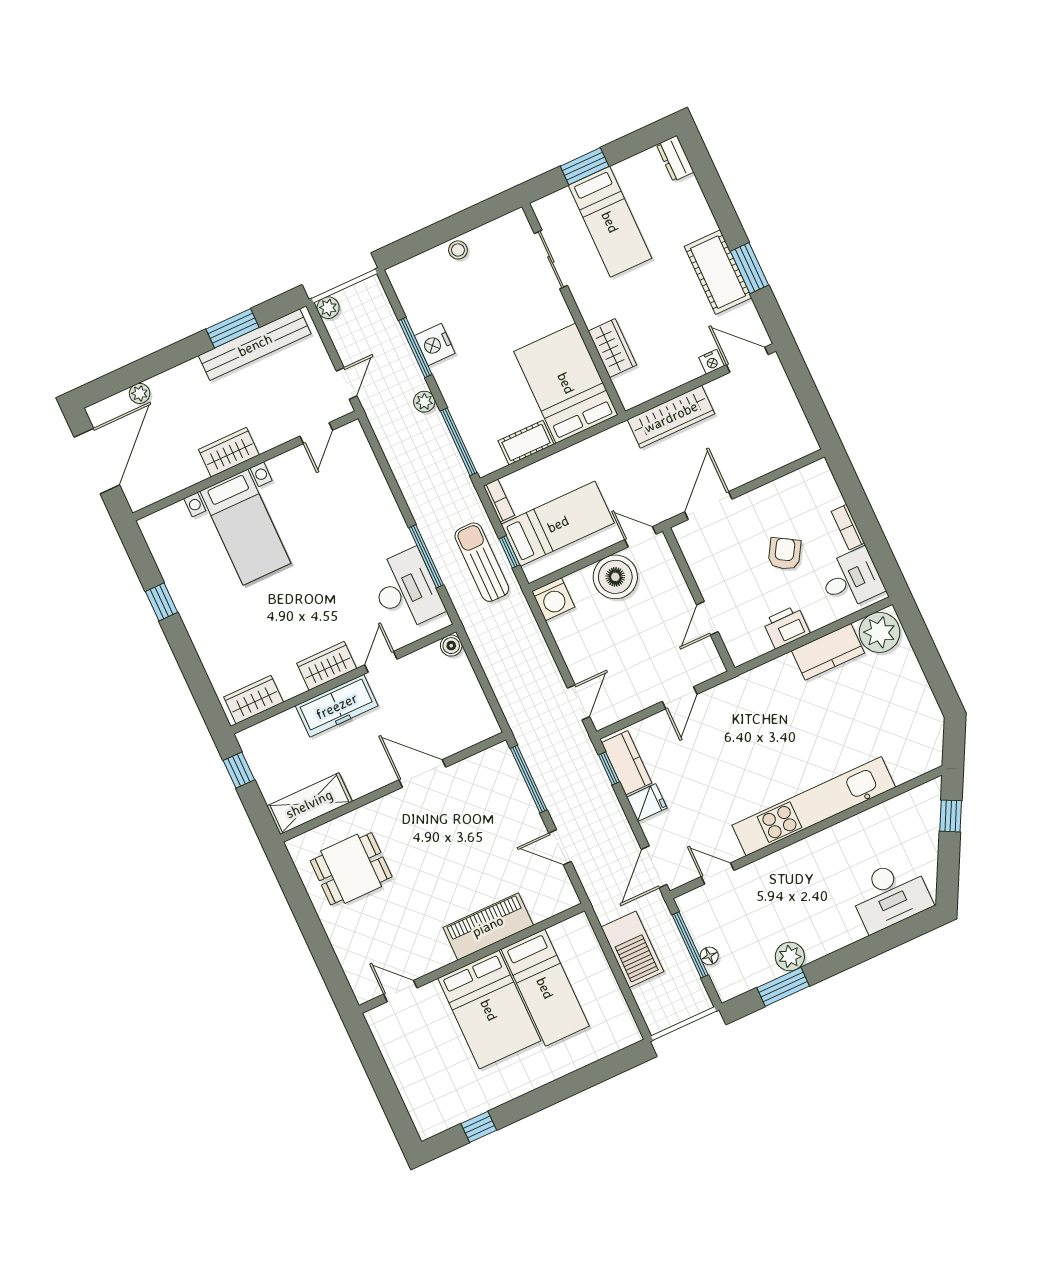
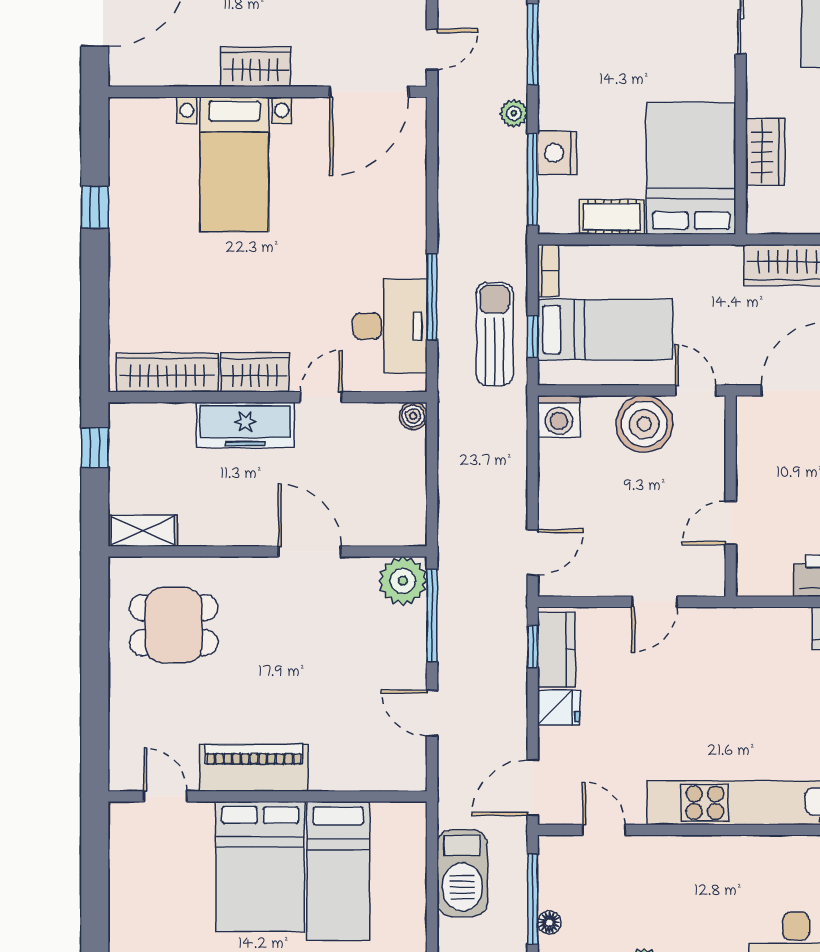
nightstand: (435, 345) -> (557, 153), moved
door: (316, 433) -> (369, 92), width x1.88
wardrobe: (254, 700) -> (167, 372), width x1.50
plant: (497, 764) -> (403, 581), added
shelving: (309, 804) -> (143, 531), width x0.67, depth x0.75
piano: (488, 926) -> (254, 768), moved

